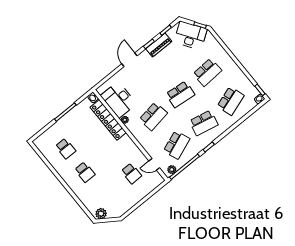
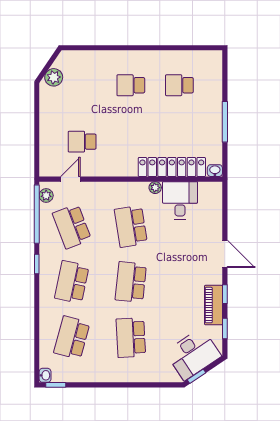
desk: (119, 100) -> (180, 200), width x0.73
school desk: (231, 101) -> (72, 338), turned 33
plant: (101, 214) -> (54, 77), moved

